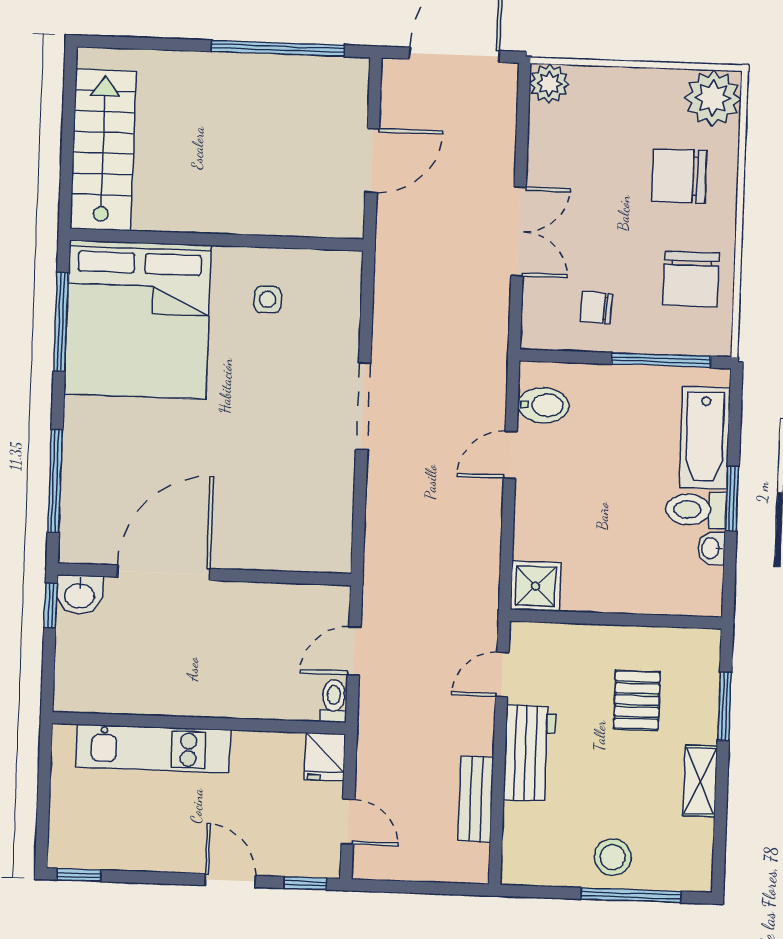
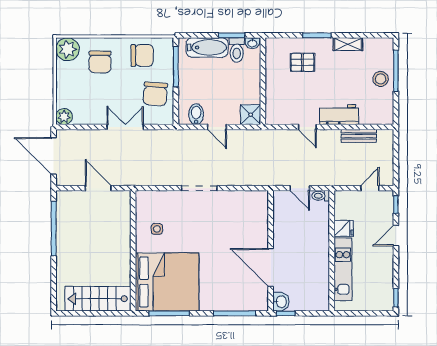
chair: (596, 307) -> (155, 94), width x1.87, depth x1.87
shower: (536, 586) -> (251, 115), moved
wall: (616, 619) -> (263, 81), moved
pallet: (637, 700) -> (302, 62), moved
fridge: (325, 757) -> (344, 228), moved

